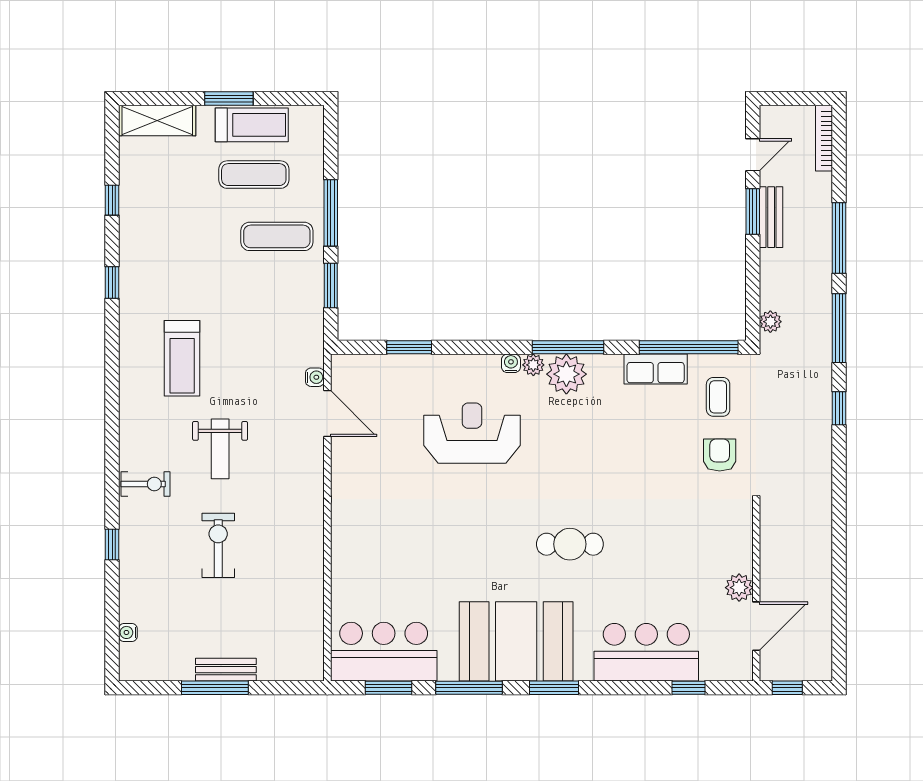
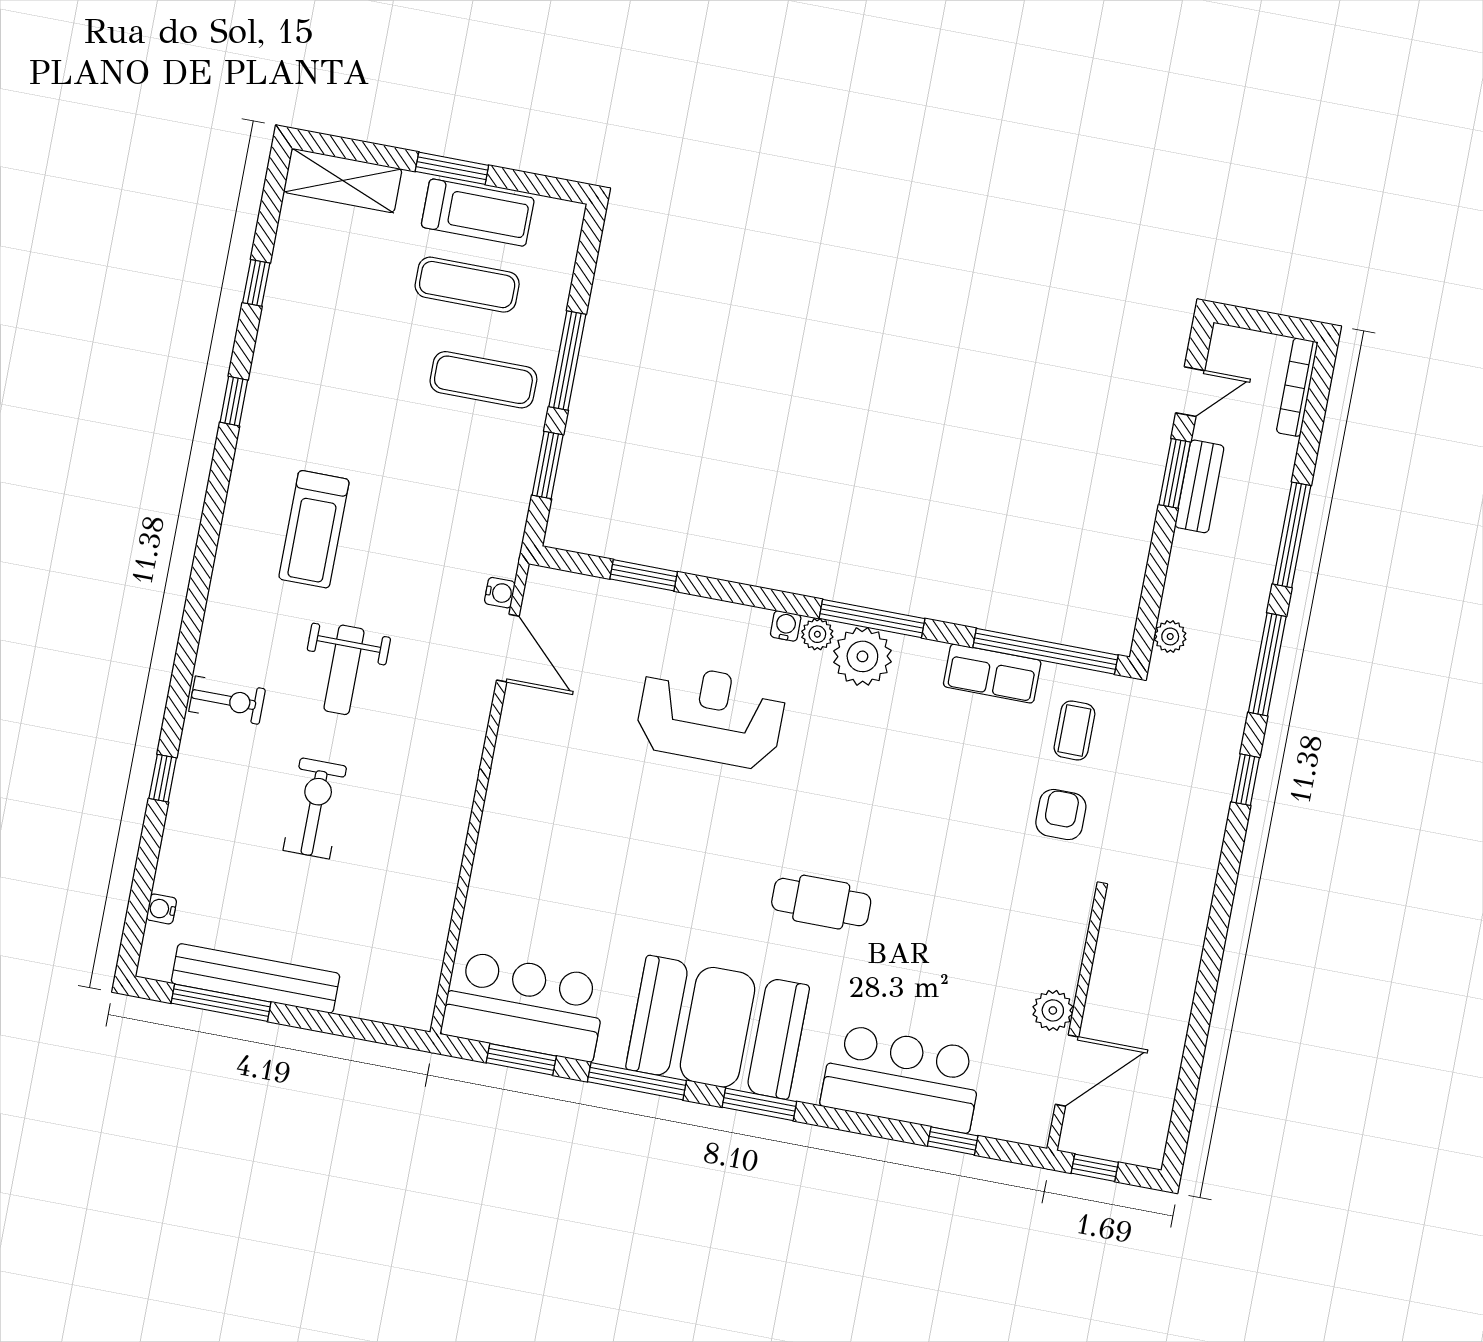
bench: (226, 670) -> (256, 978), width x1.86, depth x1.21
window: (215, 688) -> (221, 1003), moved

